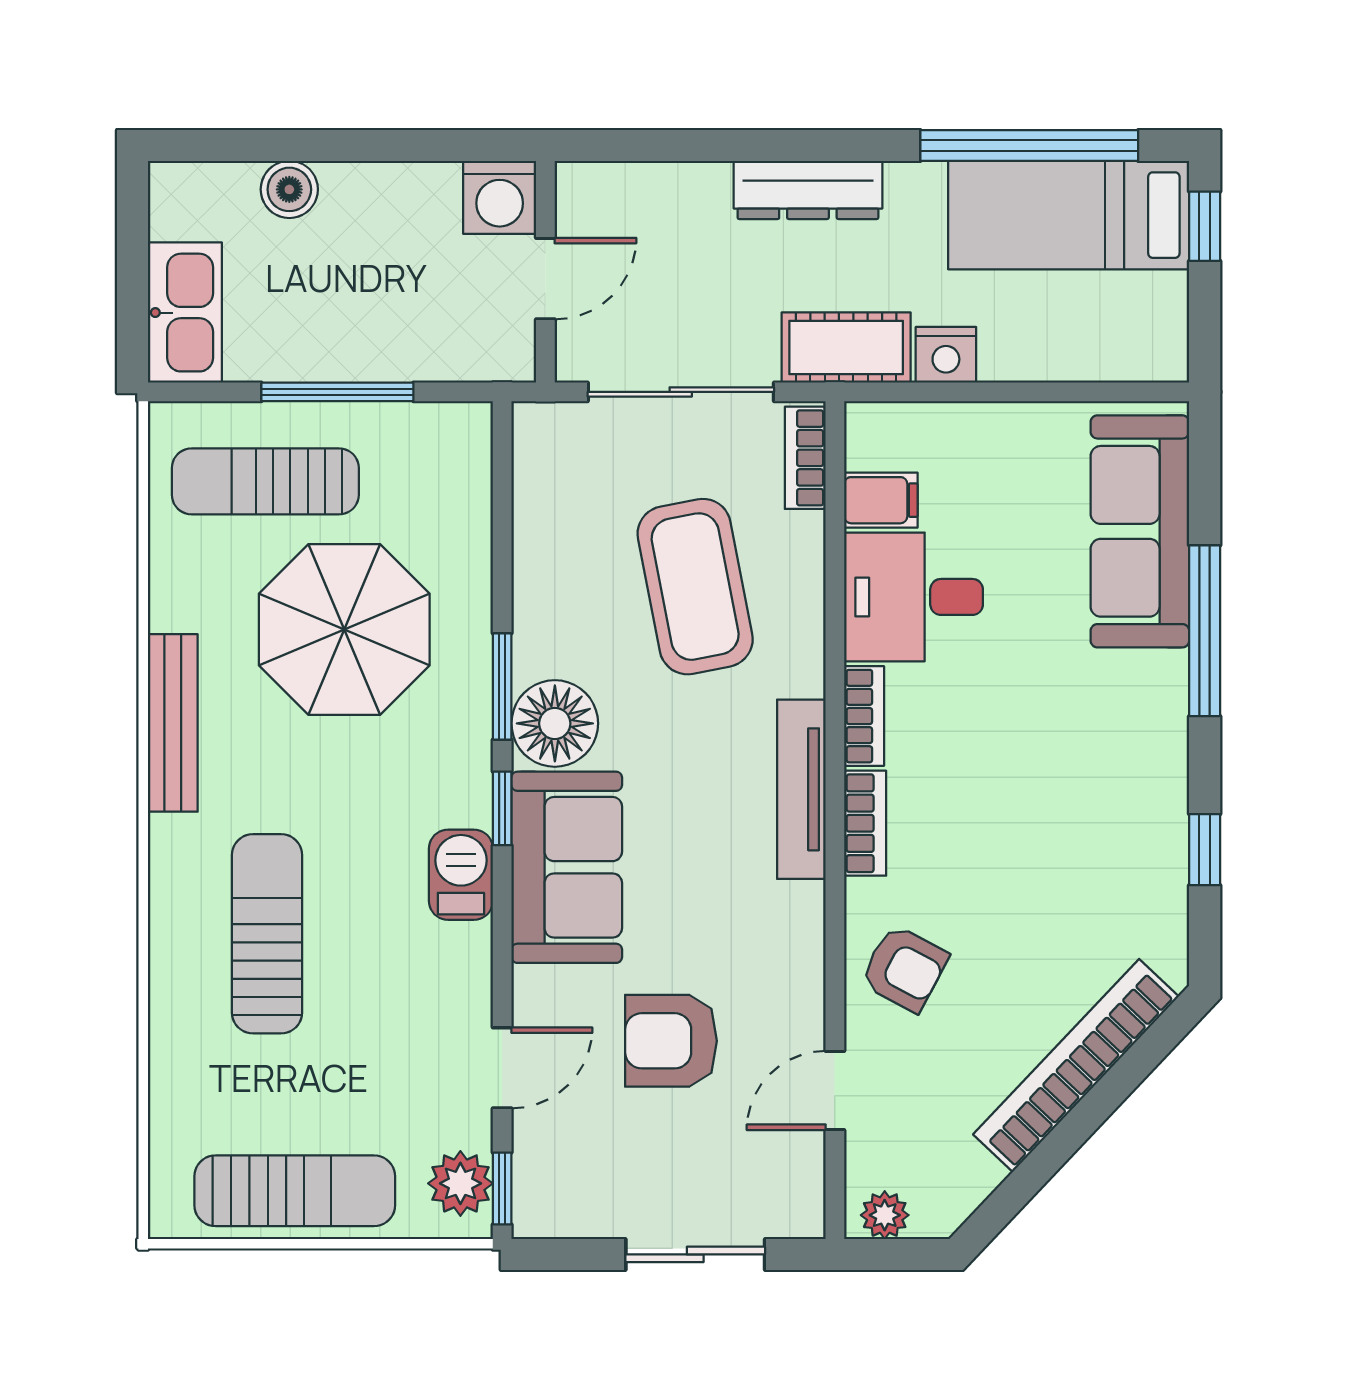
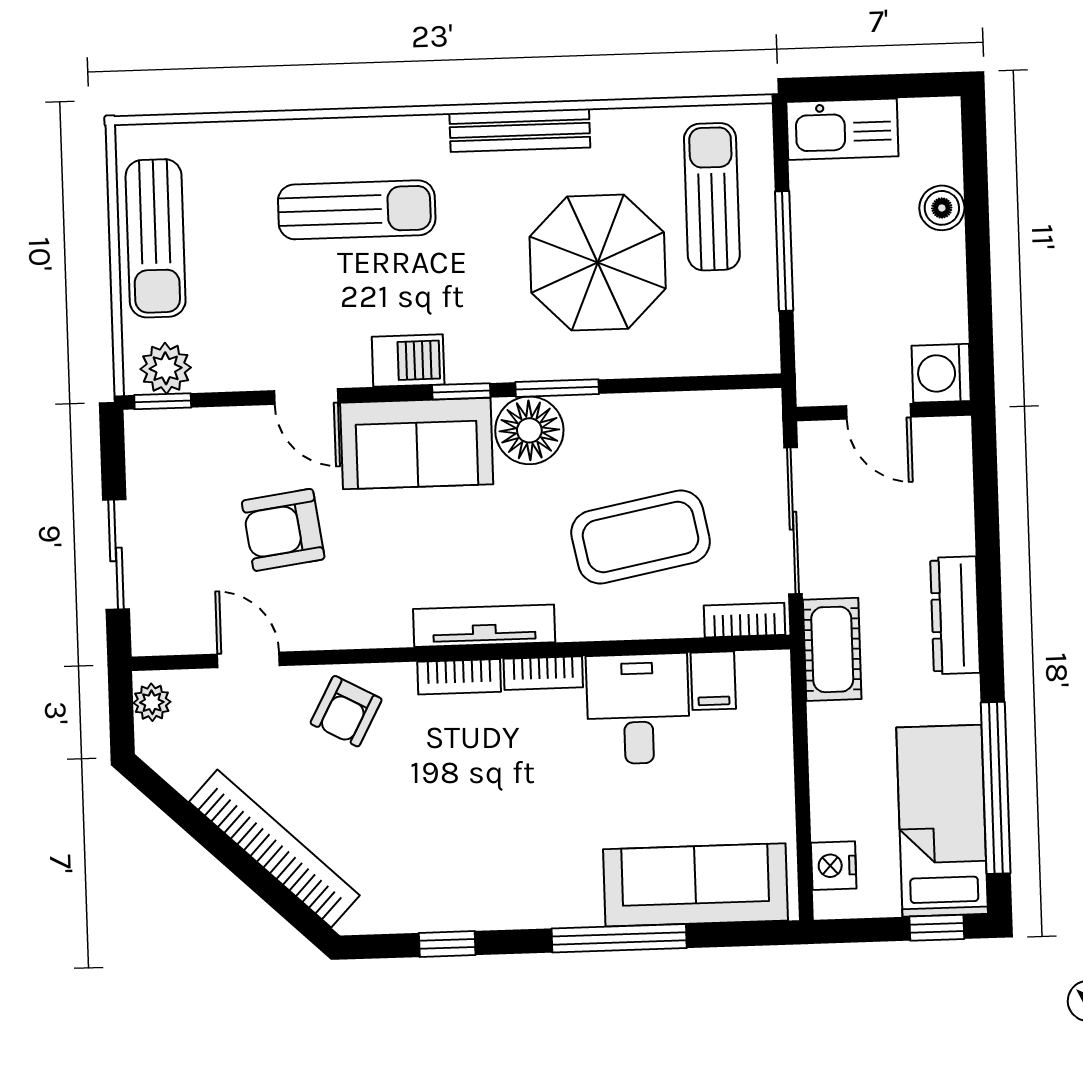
nightstand: (946, 355) -> (834, 866), moved
armchair: (671, 1041) -> (283, 530), turned -98
door: (502, 1068) -> (306, 396), moved

